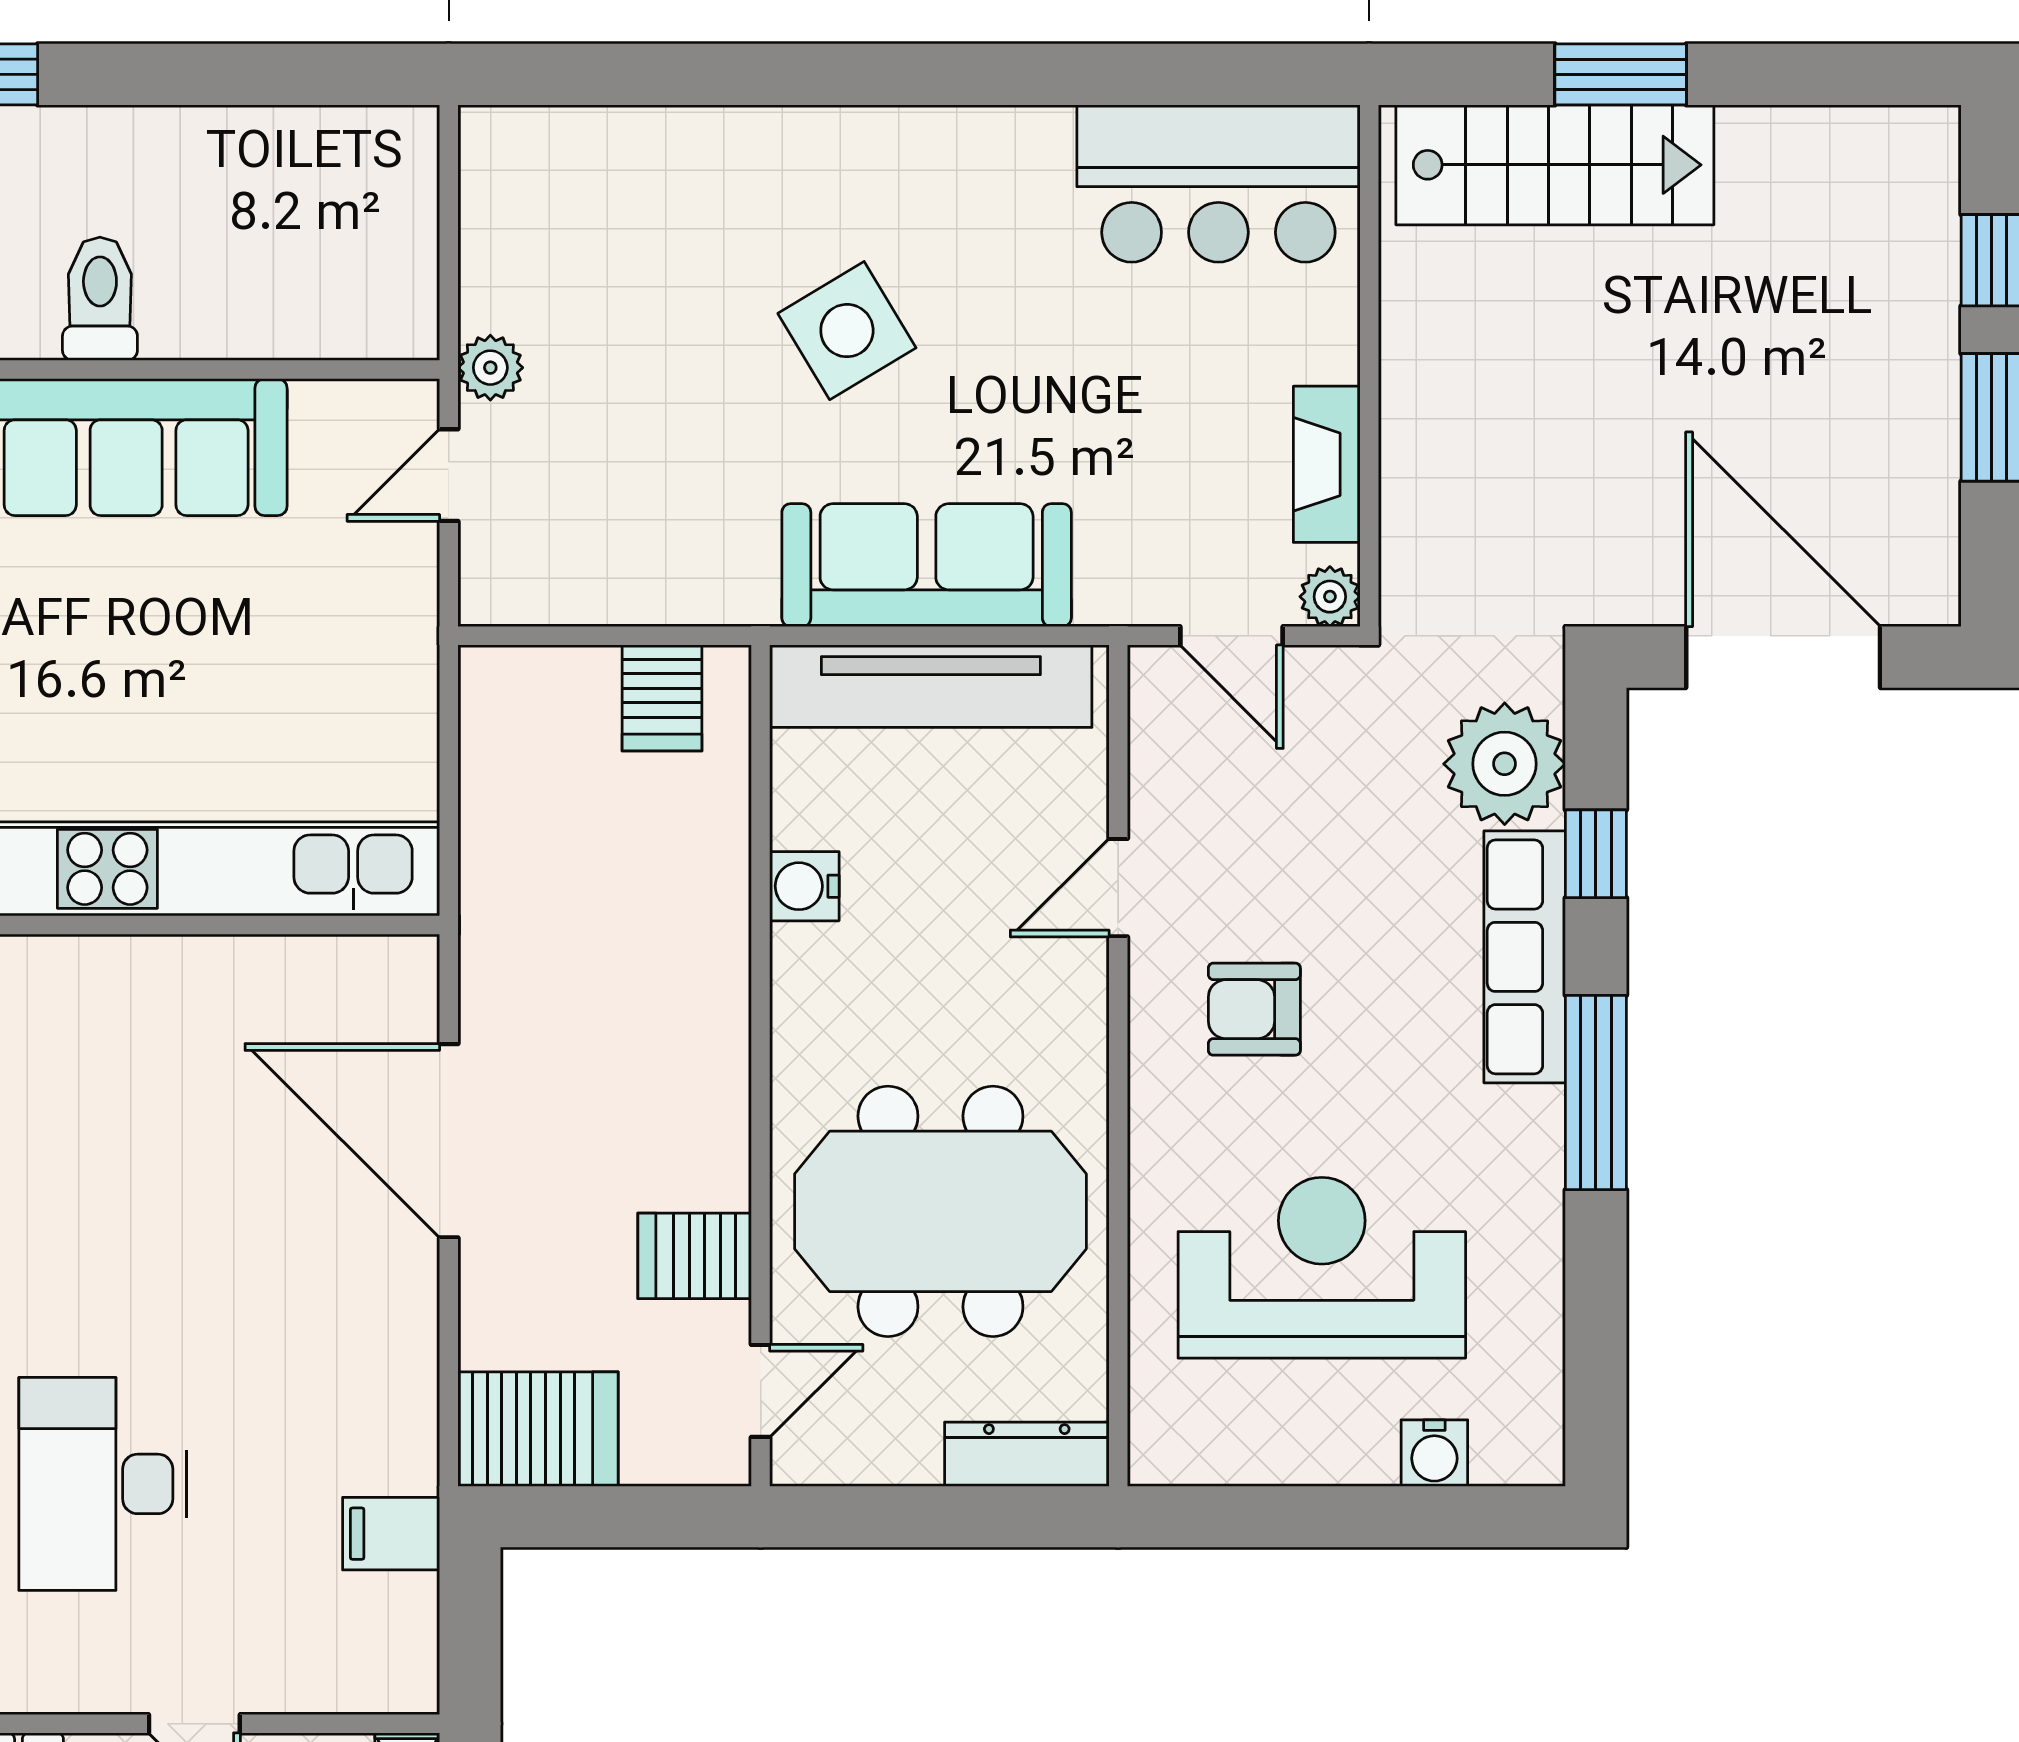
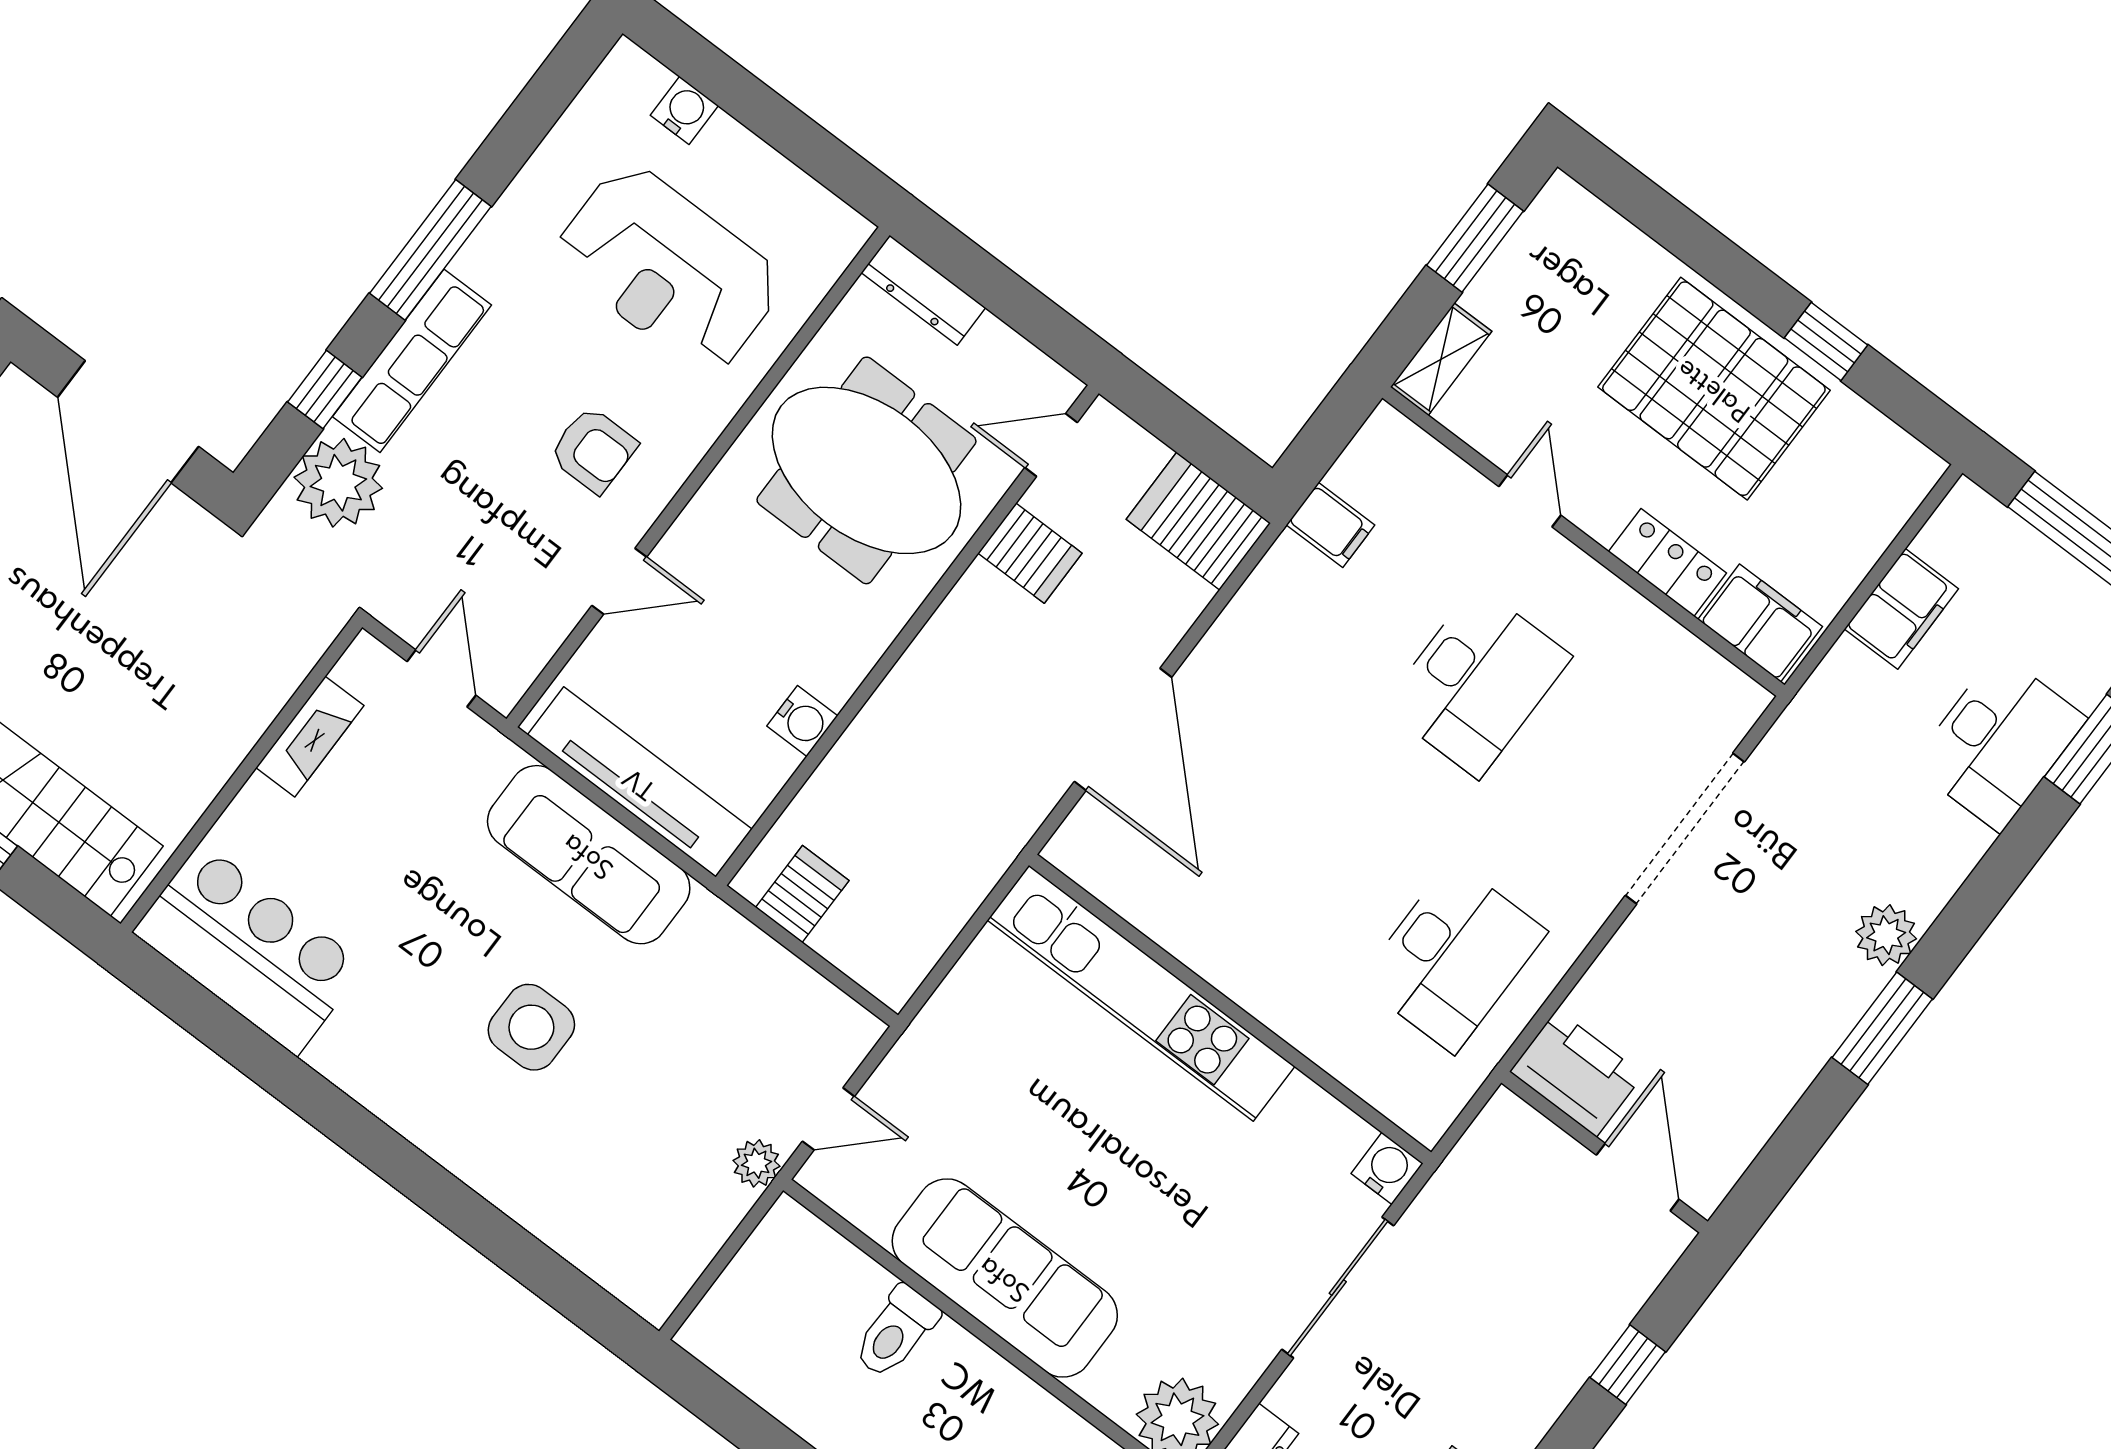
toilet: (100, 299) -> (896, 1332), moved
side table: (847, 331) -> (531, 1027), turned 31
plant: (1330, 597) -> (367, 658), removed

